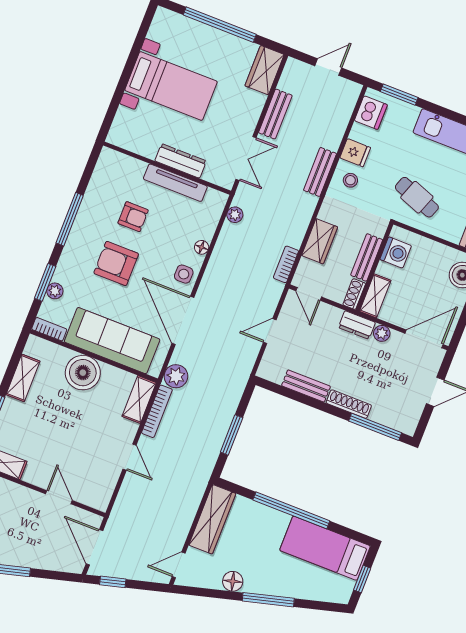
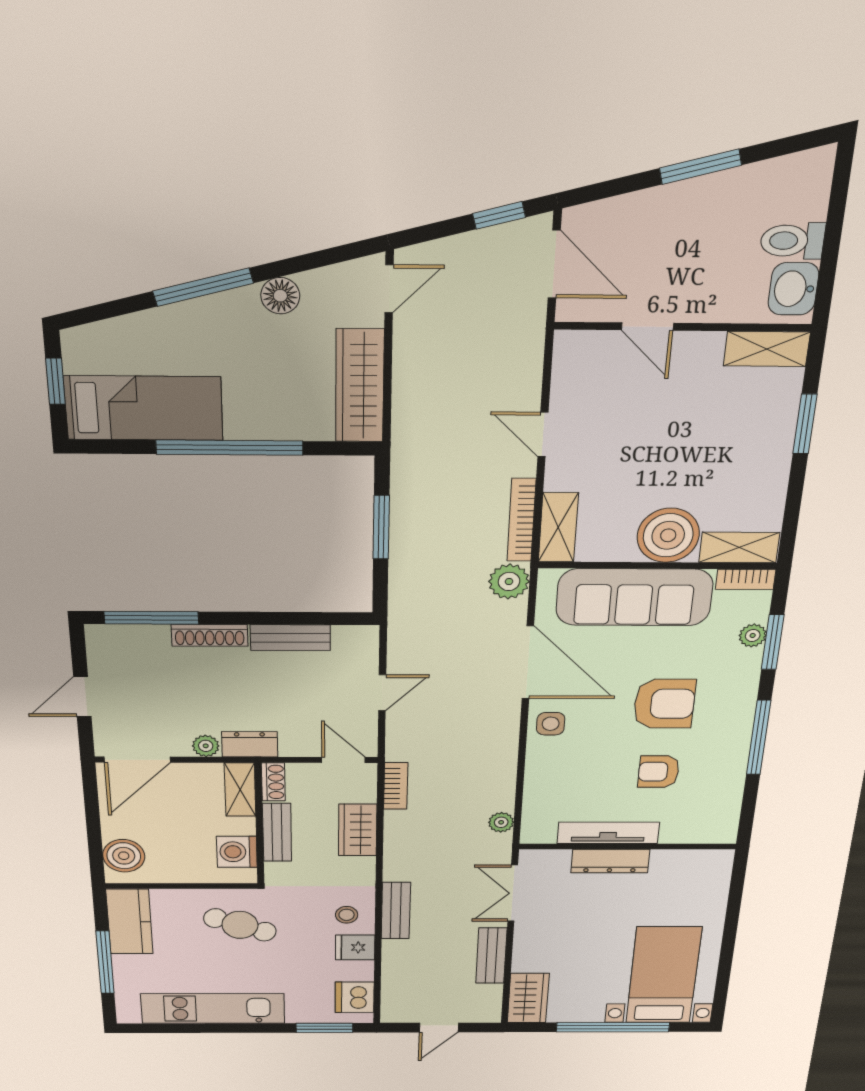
bed with nightstands: (171, 86) -> (664, 975), moved, turned 90
floor lamp: (202, 247) -> (536, 766), removed
shelving: (23, 378) -> (739, 547), moved, turned 90

